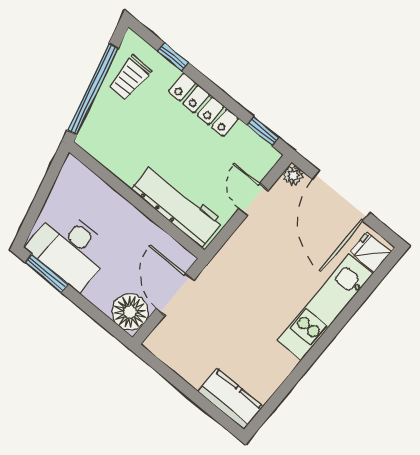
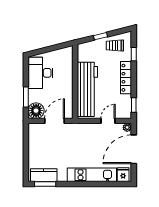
window: (93, 89) -> (100, 36), width x0.32
workbench: (177, 205) -> (87, 89), width x1.36, depth x1.32
window: (47, 273) -> (26, 97), moved
kitchen counter: (230, 399) -> (44, 175), moved, turned -90
window: (273, 403) -> (45, 184), added

